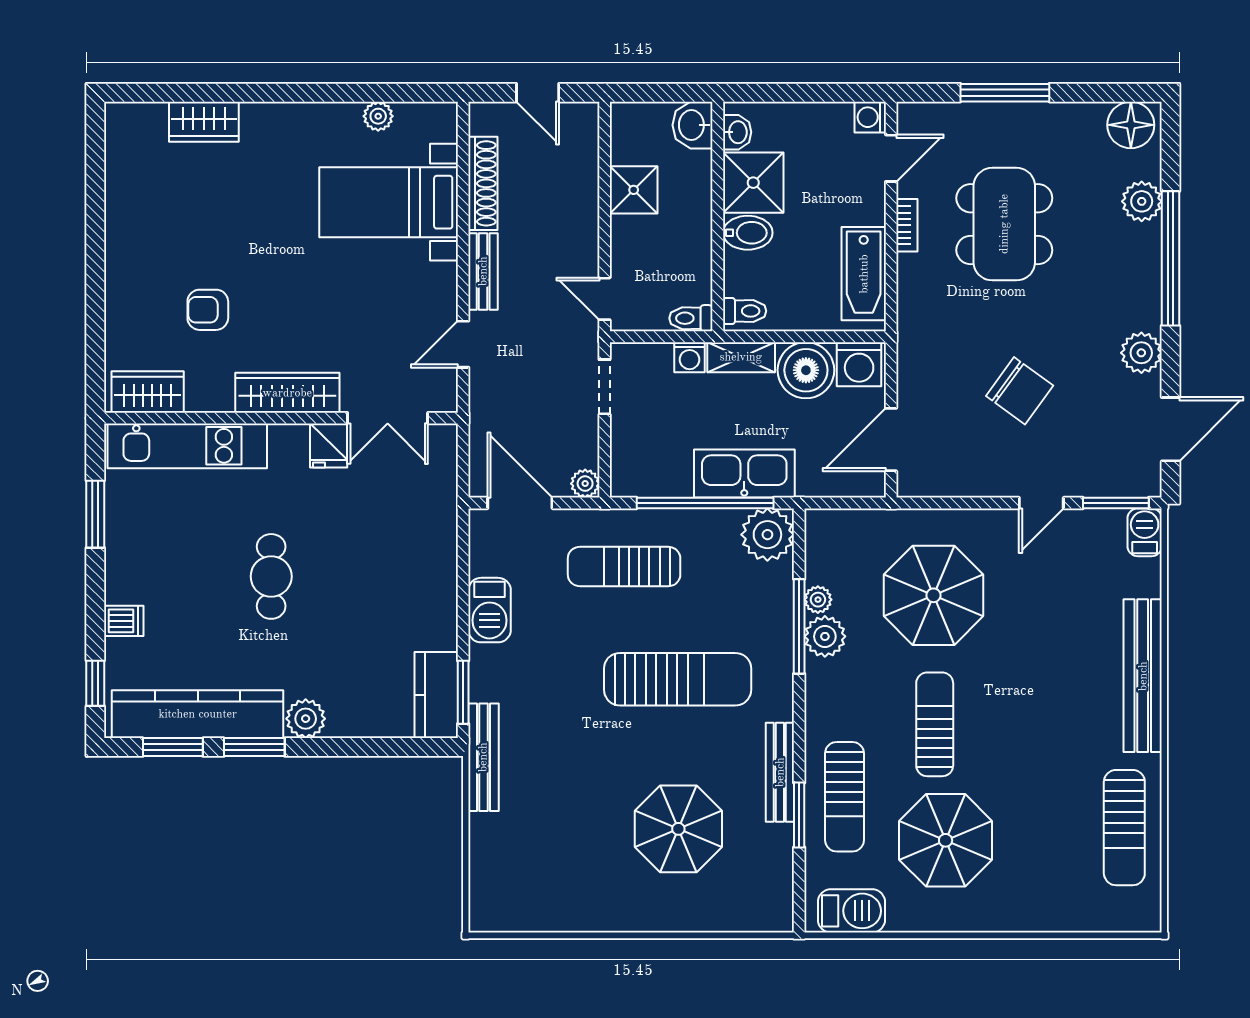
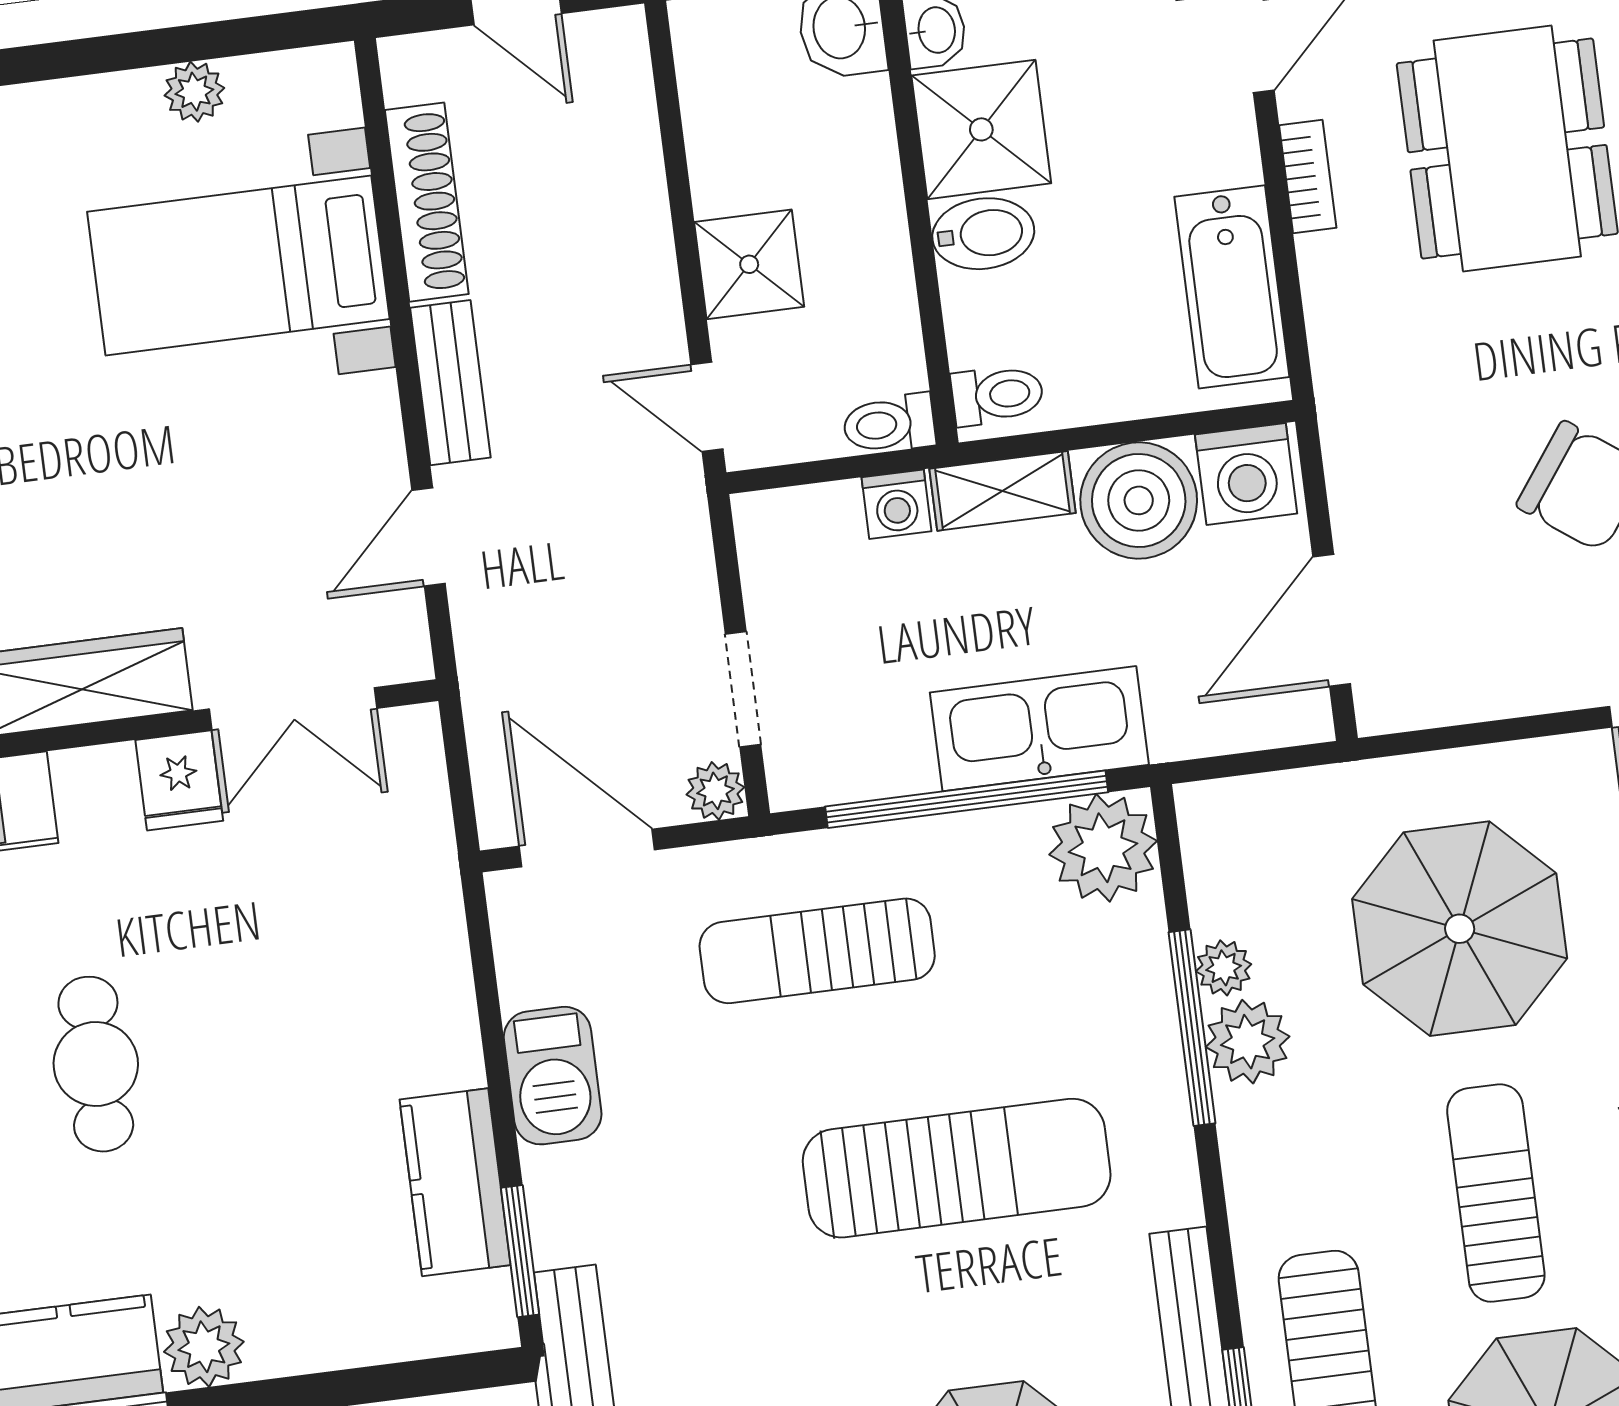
shower: (634, 190) -> (749, 264), moved
doorway: (605, 387) -> (743, 689), moved
kitchen counter: (436, 695) -> (455, 1182), moved

